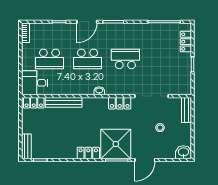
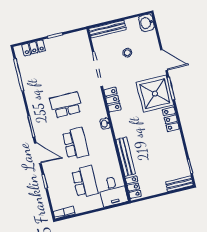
school desk: (125, 59) -> (66, 105), turned 90
bench: (186, 110) -> (108, 29), width x1.36

